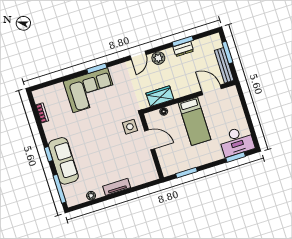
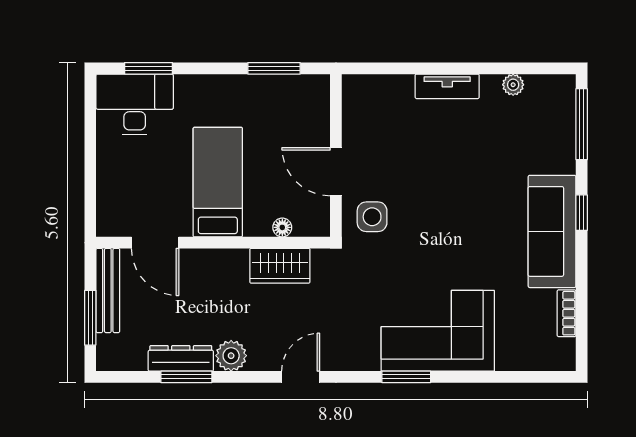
dresser: (183, 49) -> (181, 358), width x1.44
plant: (158, 58) -> (231, 356), moved
sofa: (63, 161) -> (552, 231), moved

